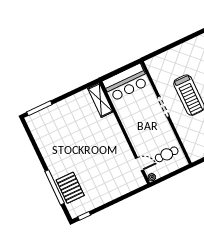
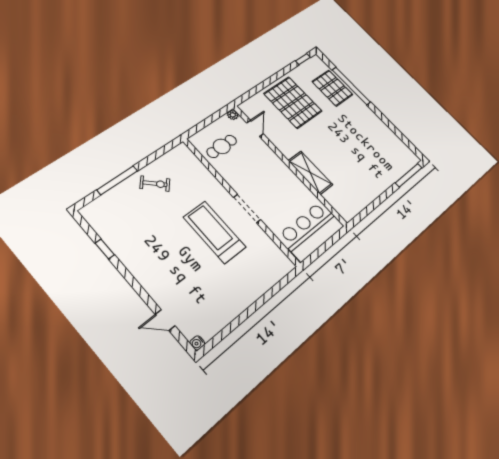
shelving: (100, 100) -> (310, 173), moved
door: (139, 164) -> (255, 128), swing flipped
pallet: (105, 180) -> (293, 102), added

